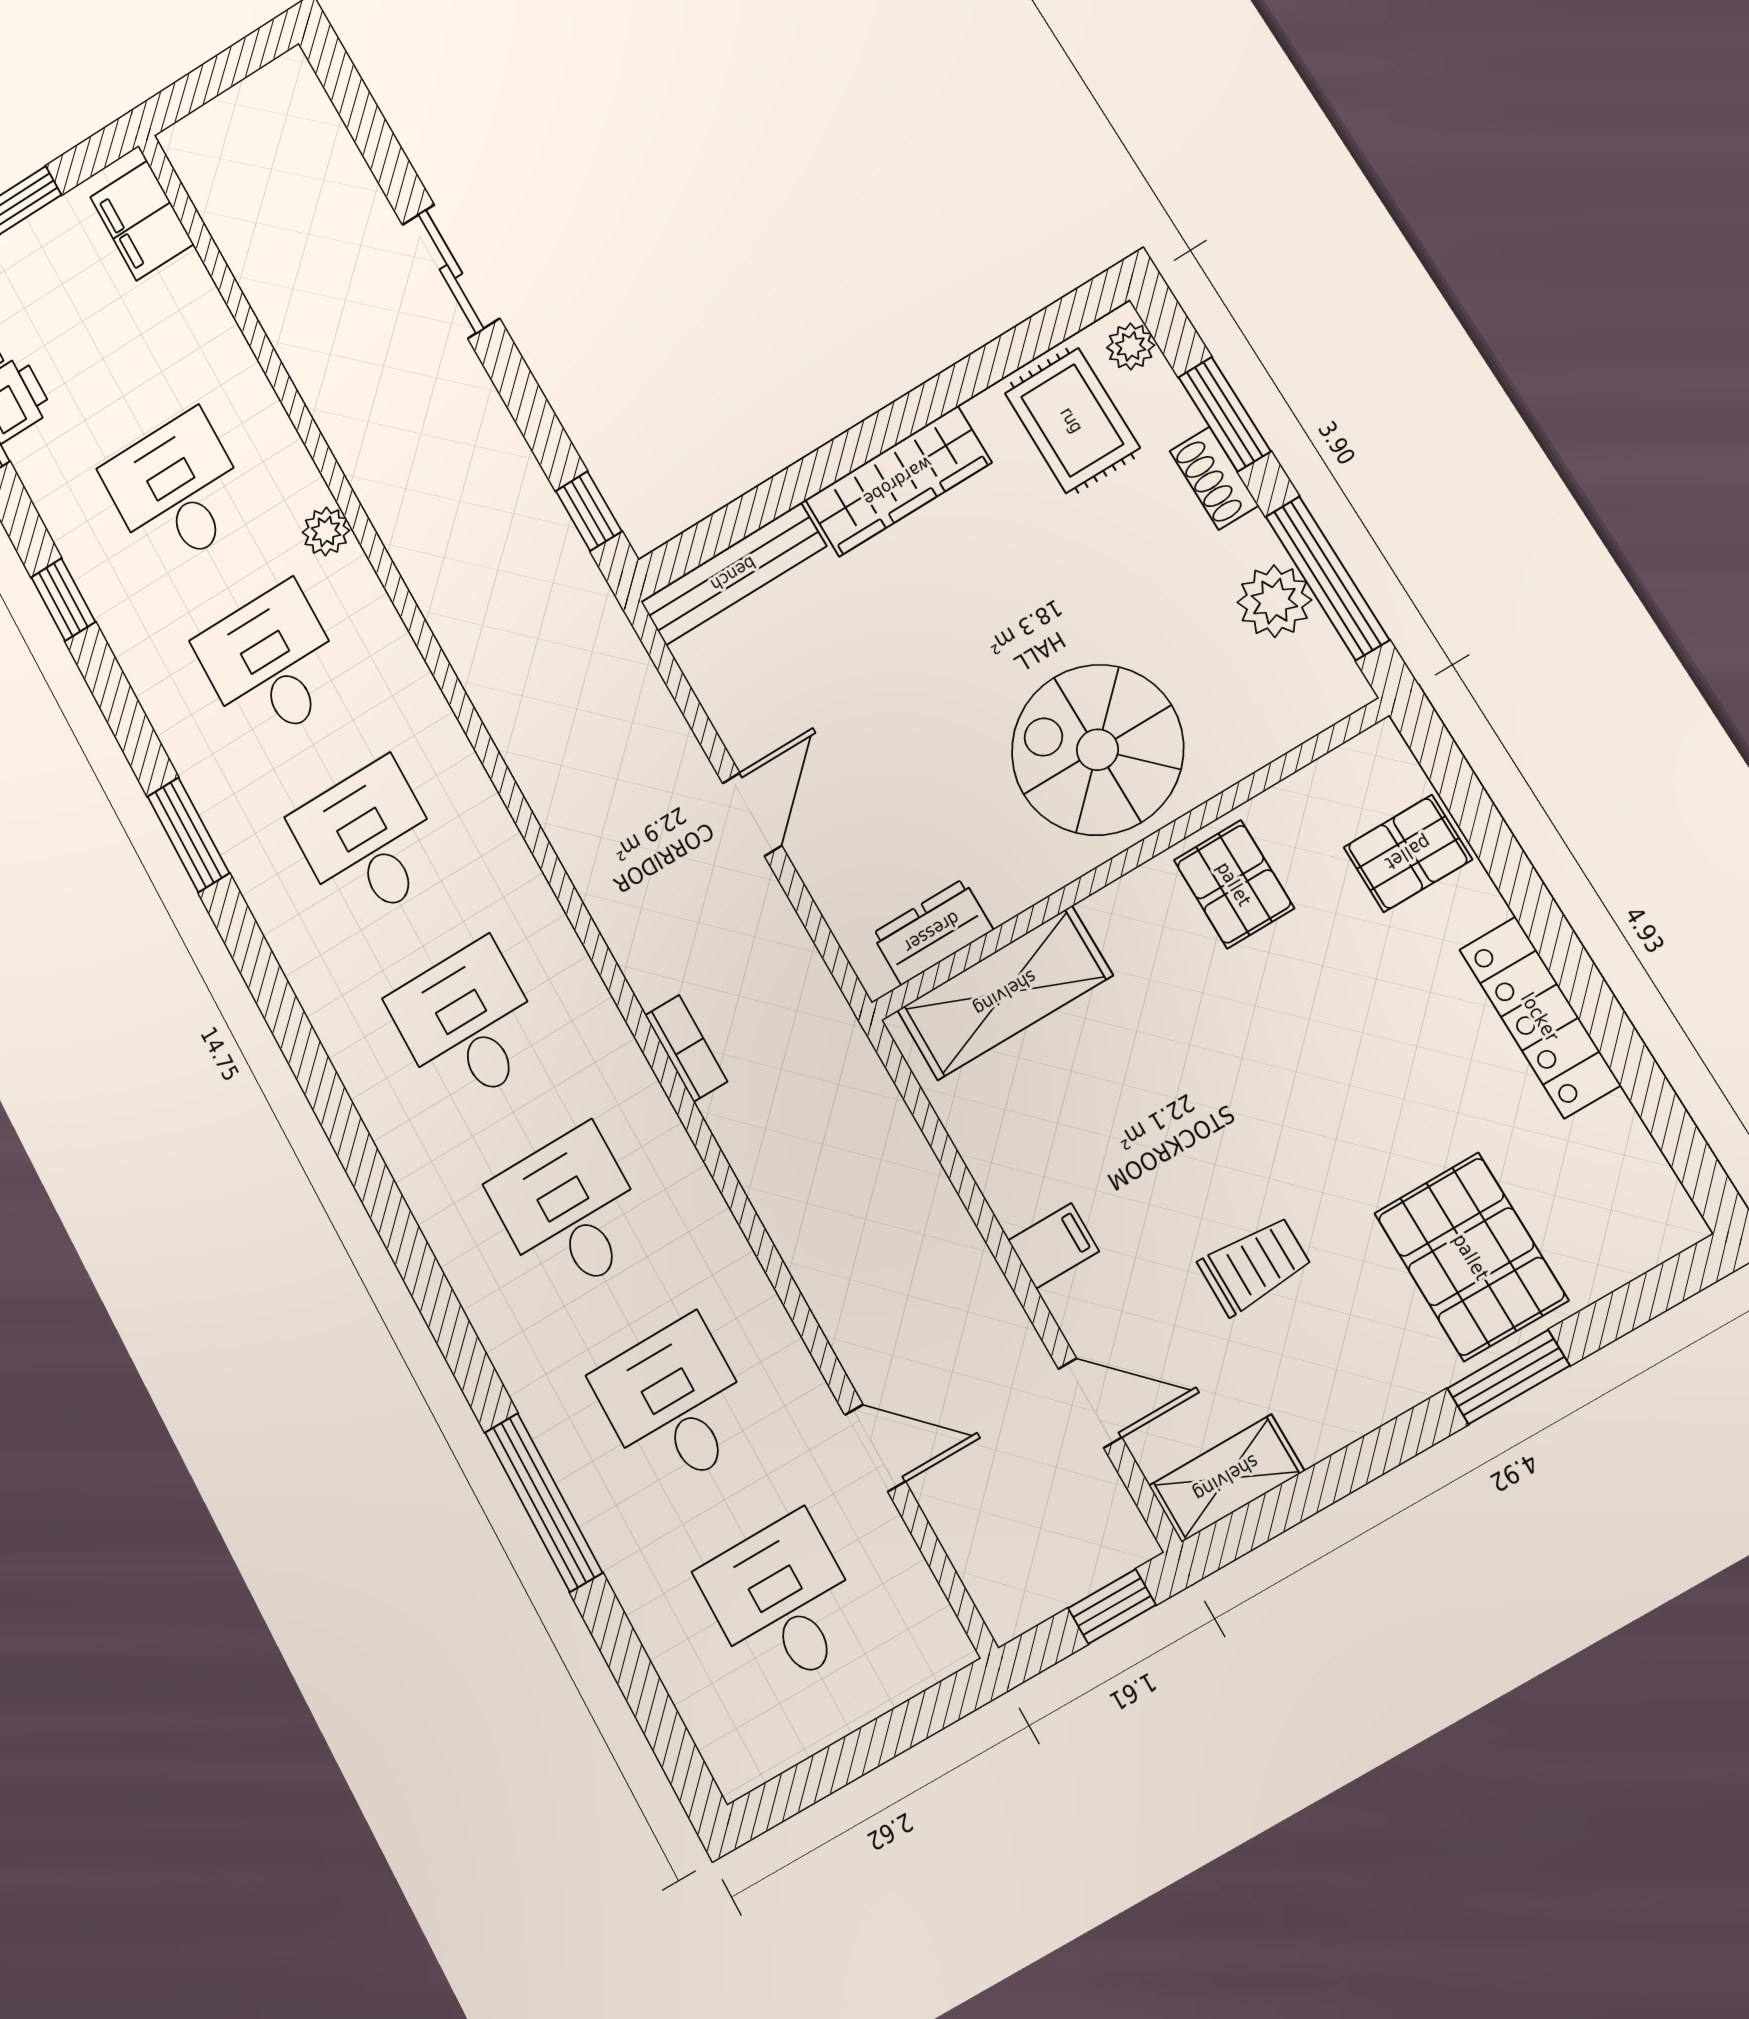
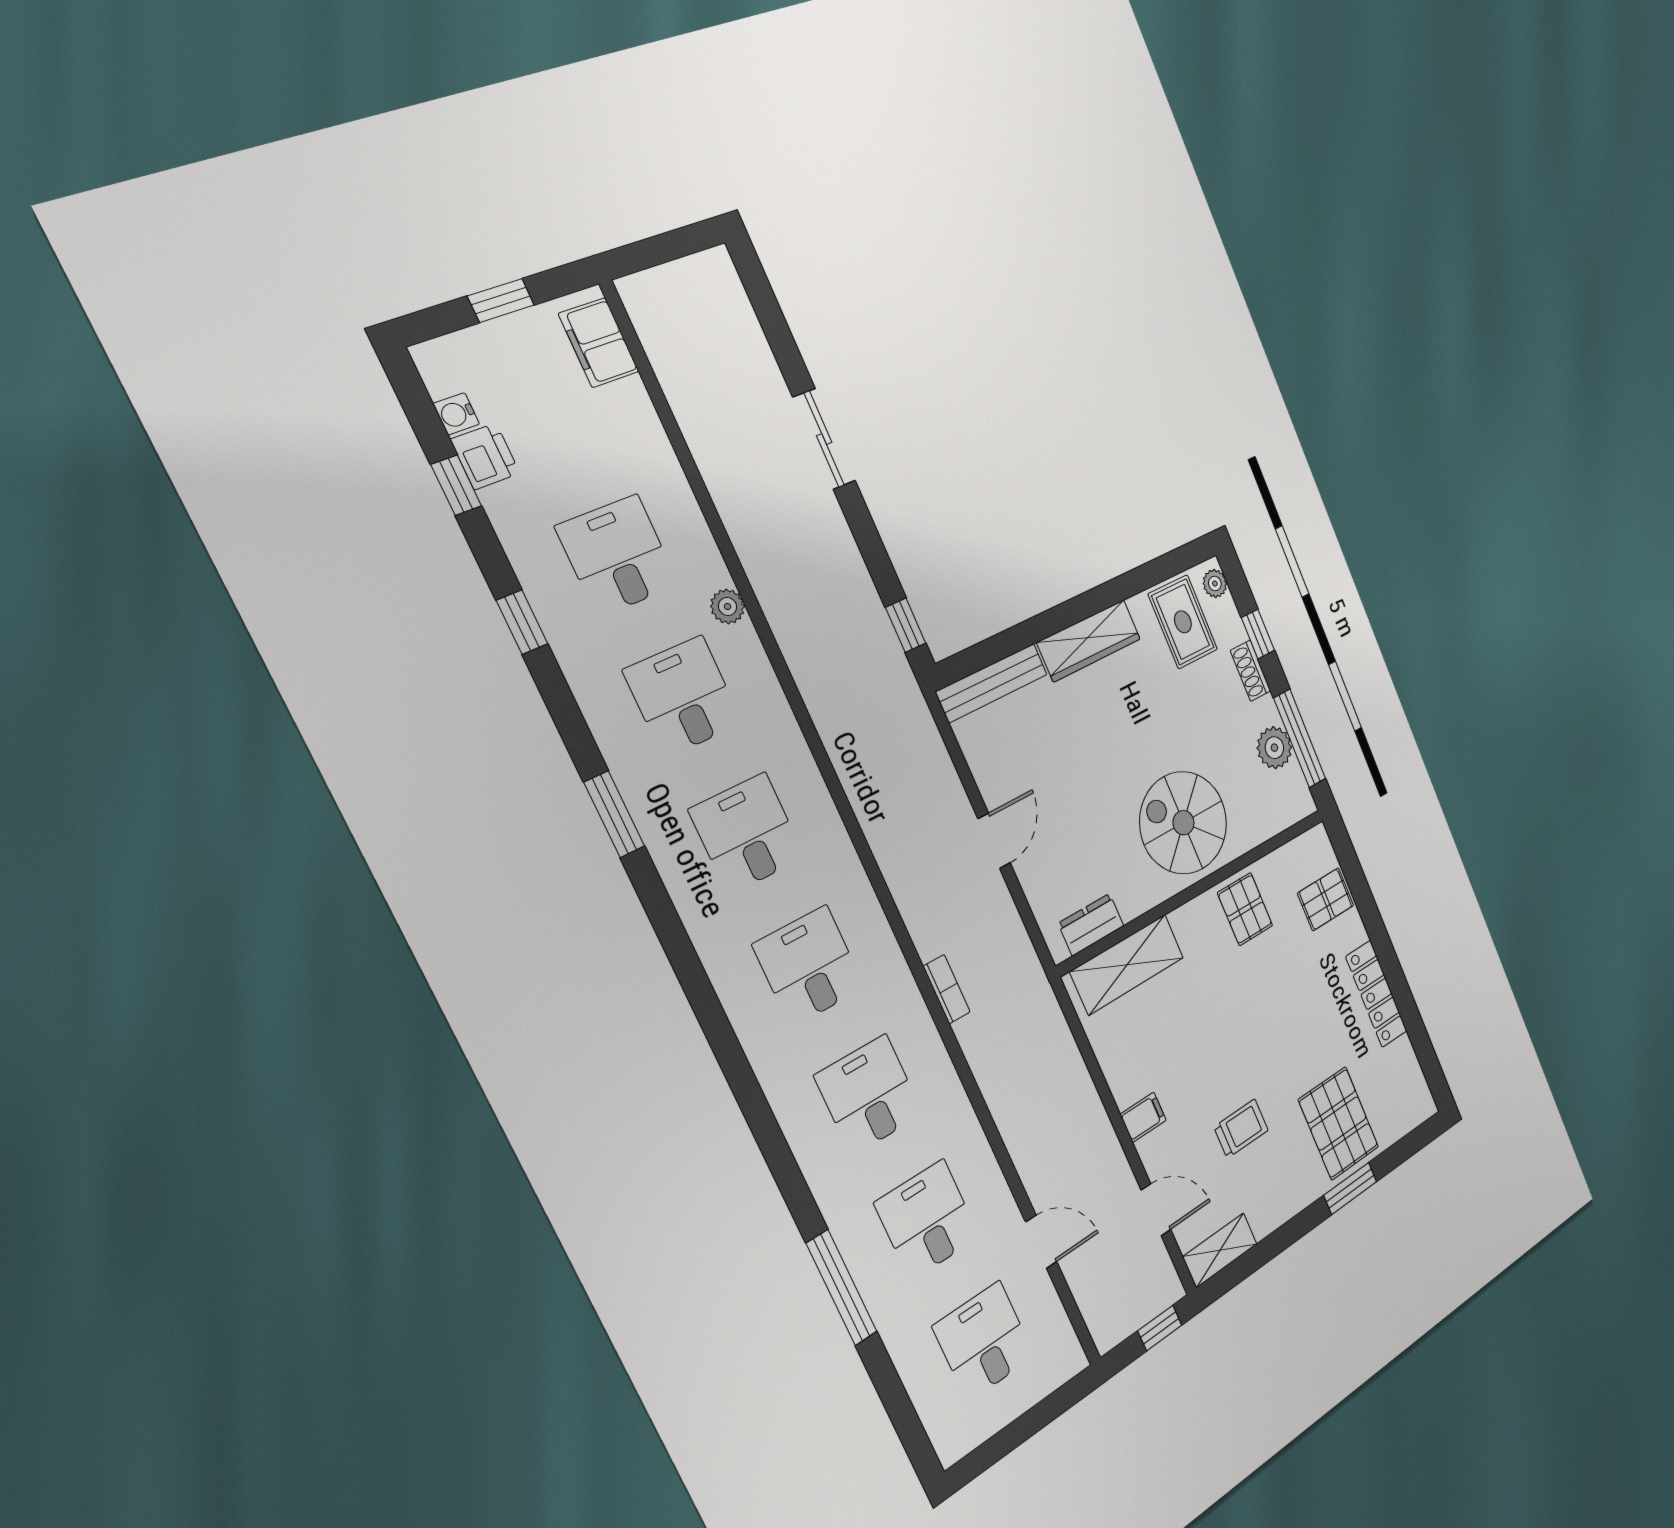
window: (1225, 414) -> (1258, 634), width x0.67

